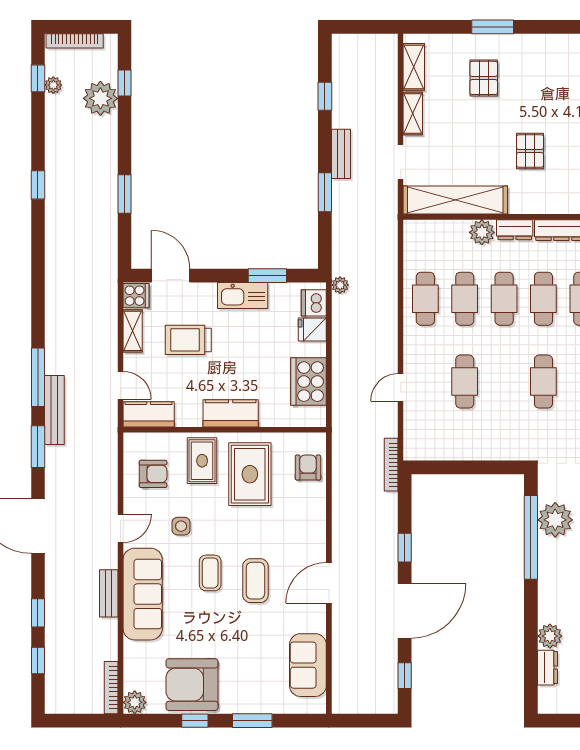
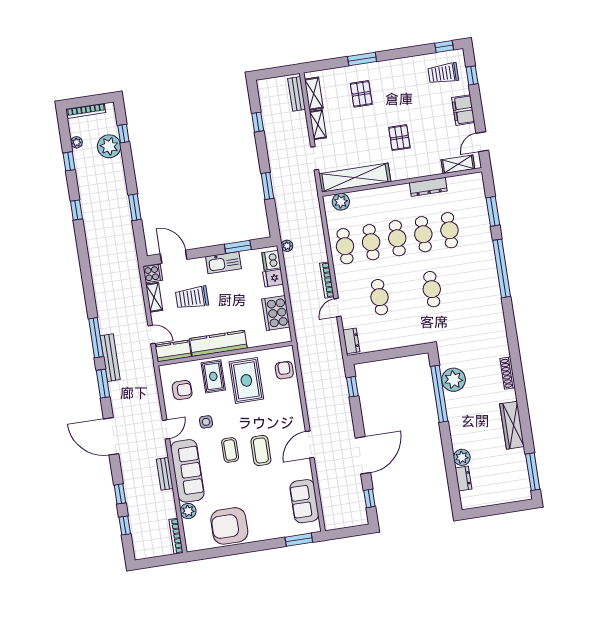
window: (38, 78) -> (69, 161), moved
bench: (341, 154) -> (297, 94), moved
dresser: (515, 230) -> (351, 341), moved, turned -90
plant: (482, 232) -> (341, 202), moved
kitchen counter: (231, 413) -> (218, 343), width x1.50
bookcase: (391, 465) -> (327, 280), moved
window: (405, 548) -> (352, 387), moved
plant: (135, 702) -> (188, 511), moved
window: (195, 721) -> (235, 549), removed
window: (252, 721) -> (299, 540), moved

